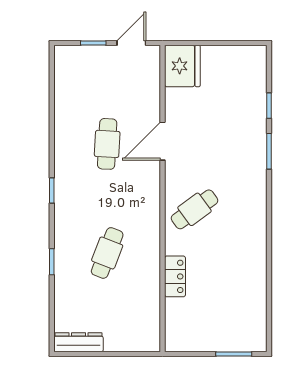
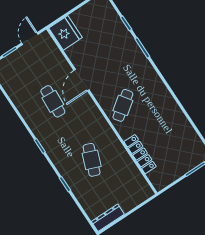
locker: (175, 276) -> (140, 154), width x1.53

